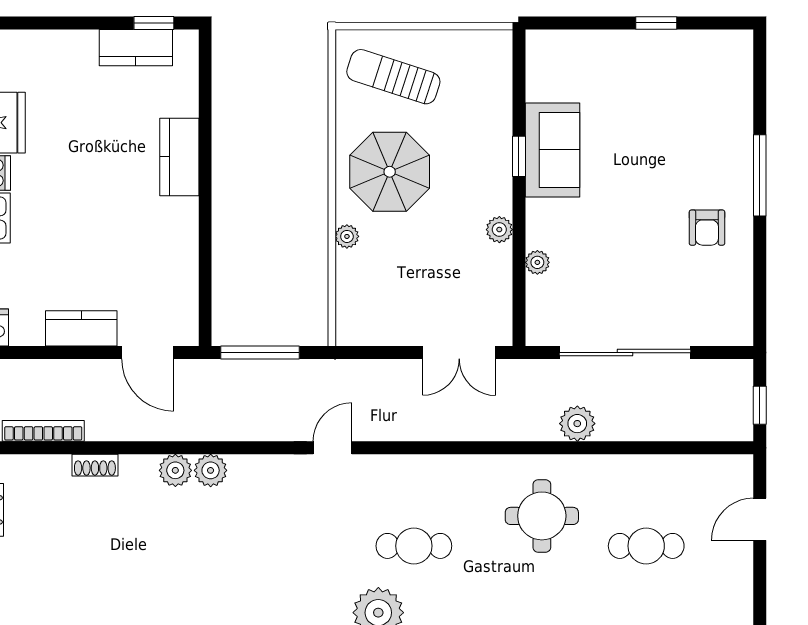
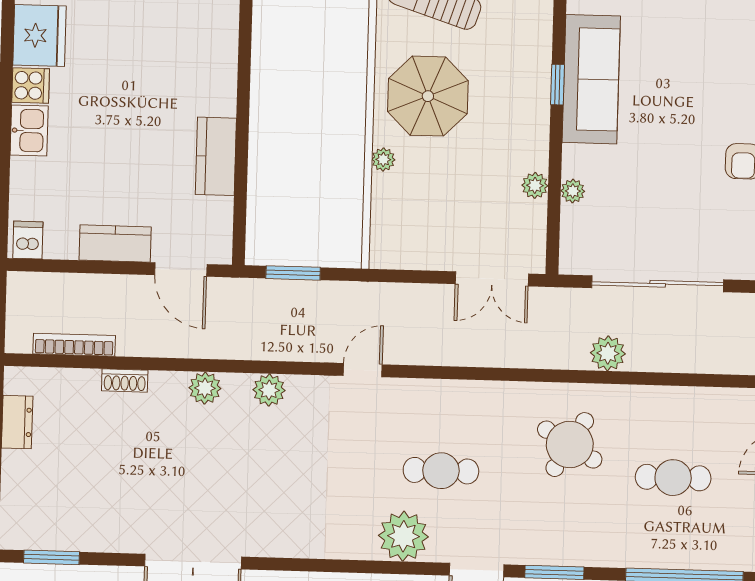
sofa: (552, 150) -> (591, 79), width x1.36
kitchen counter: (179, 157) -> (216, 156), moved
plant: (499, 230) -> (535, 185), moved
window: (260, 353) -> (293, 273), width x0.69
plant: (211, 470) -> (269, 390), moved
round table: (542, 516) -> (570, 445), turned 31

